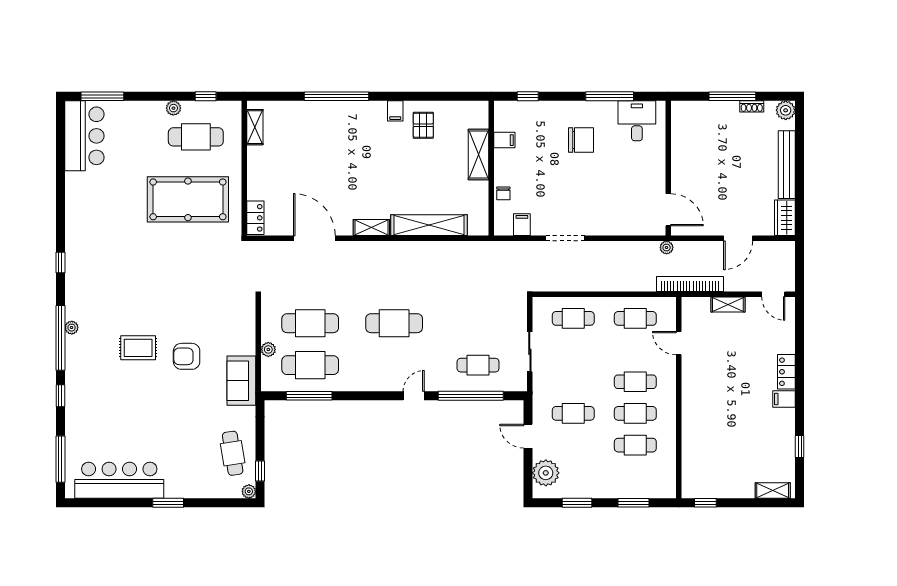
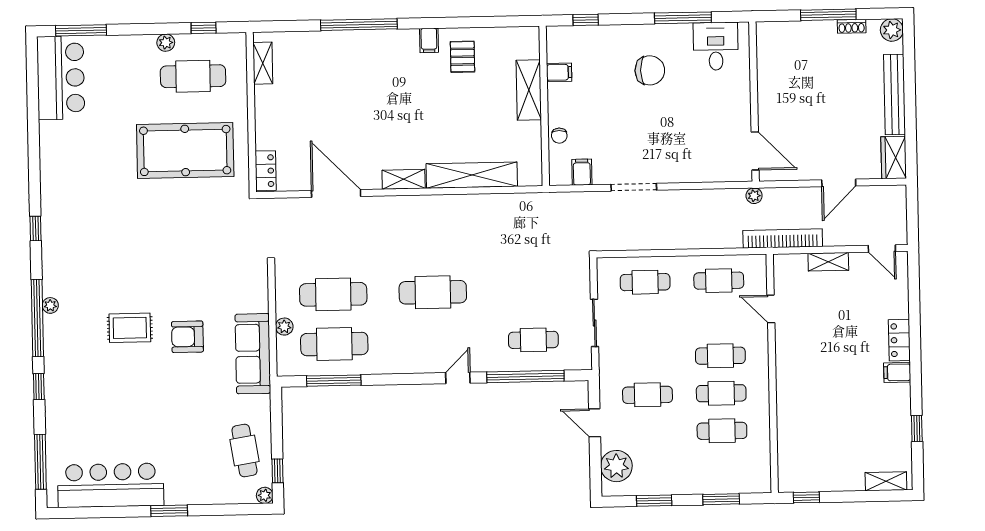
sofa: (241, 381) -> (253, 354), width x1.36

